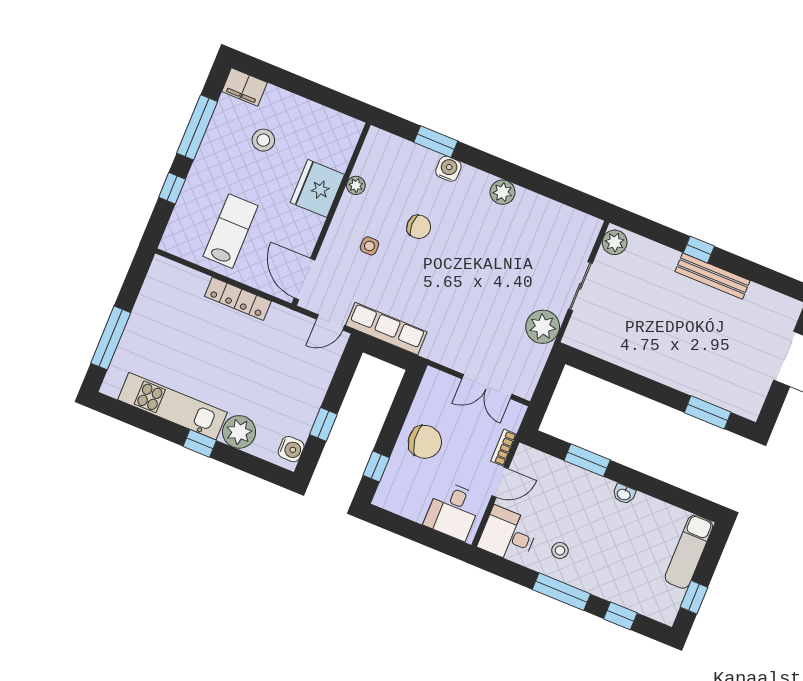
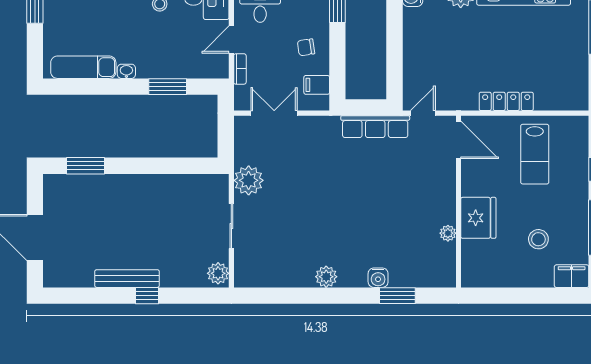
chair: (419, 227) -> (383, 220), removed
side table: (369, 246) -> (417, 188), removed
filing cabinet: (430, 398) -> (317, 85), added
window: (323, 424) -> (395, 28), removed
chair: (425, 442) -> (306, 47), width x0.54, depth x0.54
exam couch: (689, 552) -> (83, 67), moved, turned -90

